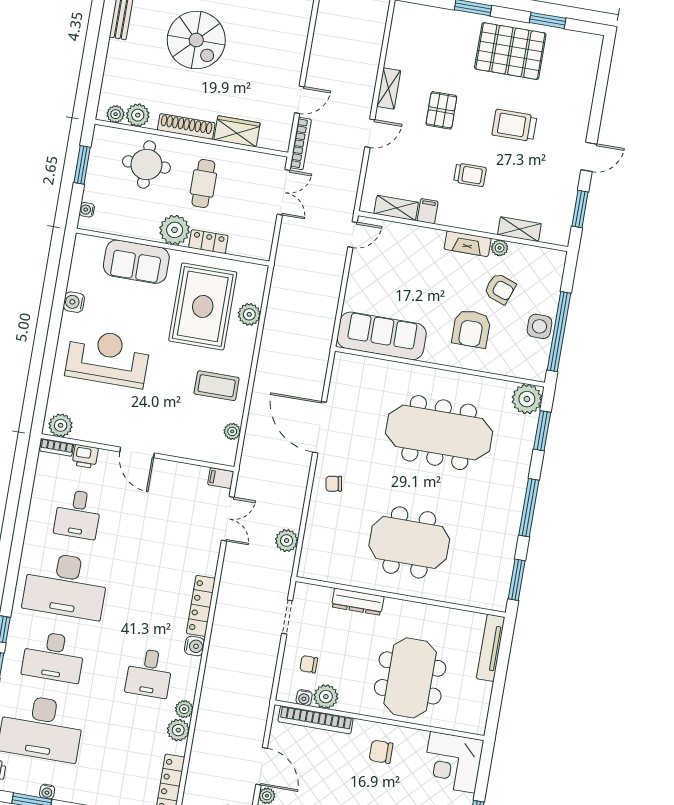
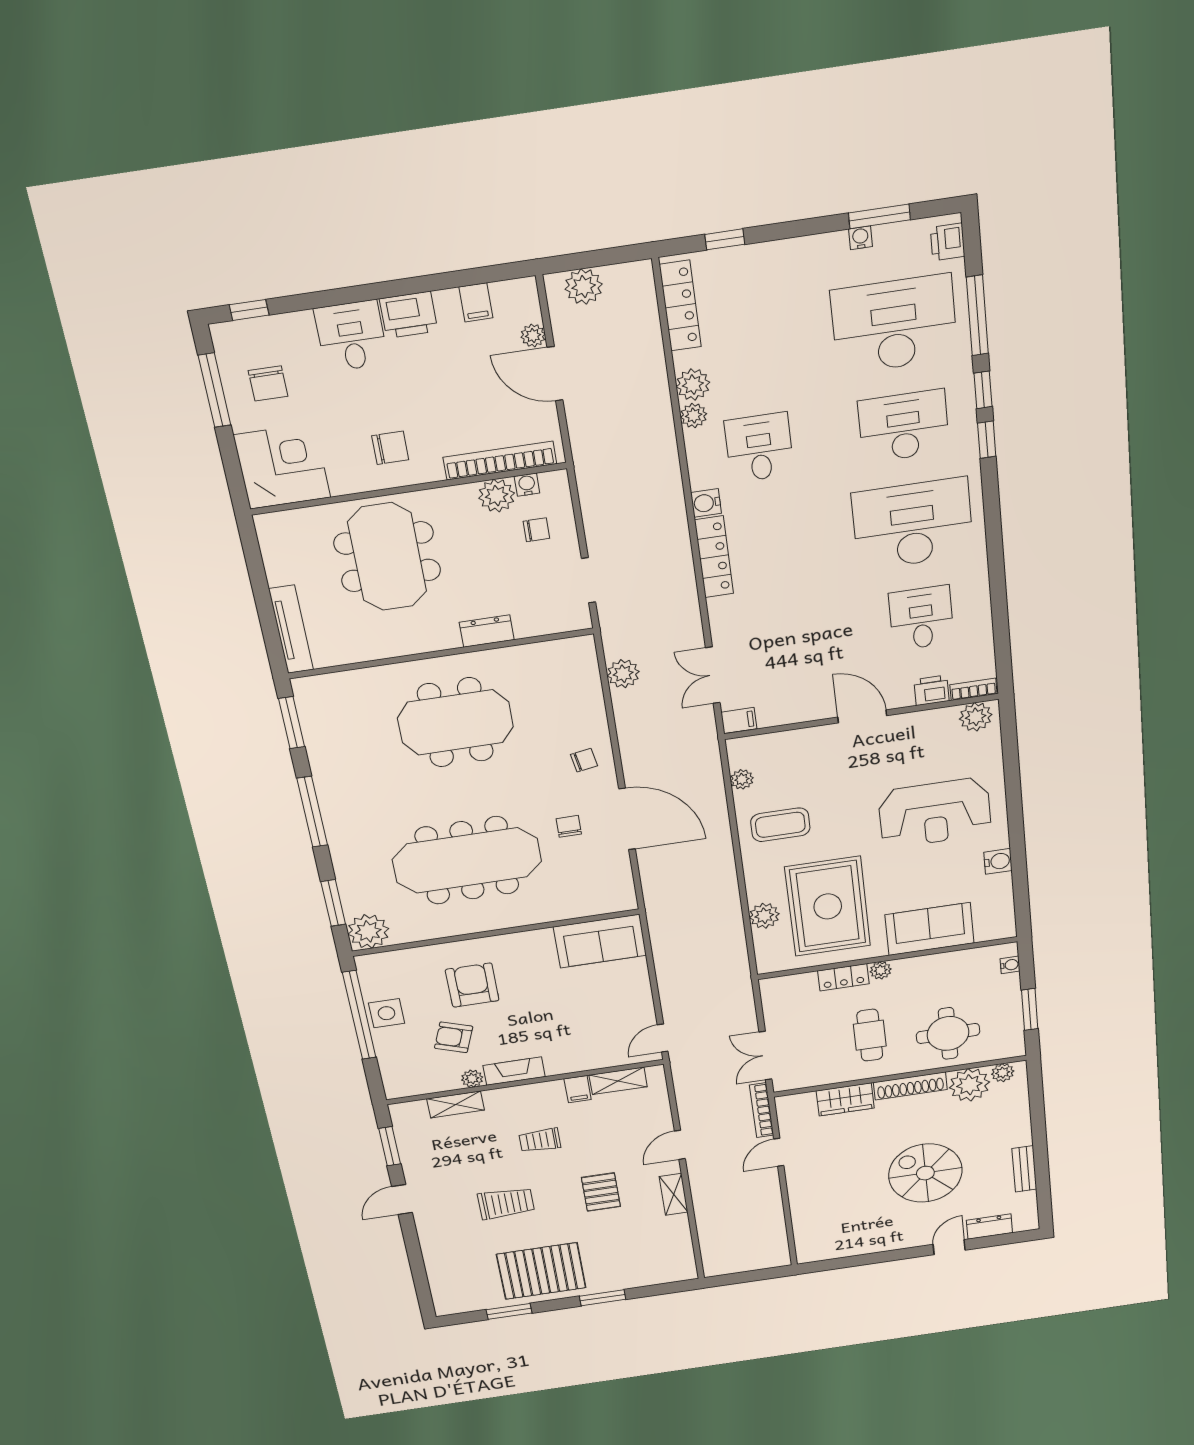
plant: (138, 115) -> (969, 1085), width x1.36, depth x1.36
plant: (175, 230) -> (881, 970), width x0.53, depth x0.53
sofa: (382, 336) -> (600, 941), width x0.73
chair: (361, 435) -> (569, 826), added
dresser: (358, 602) -> (487, 631), width x0.70

